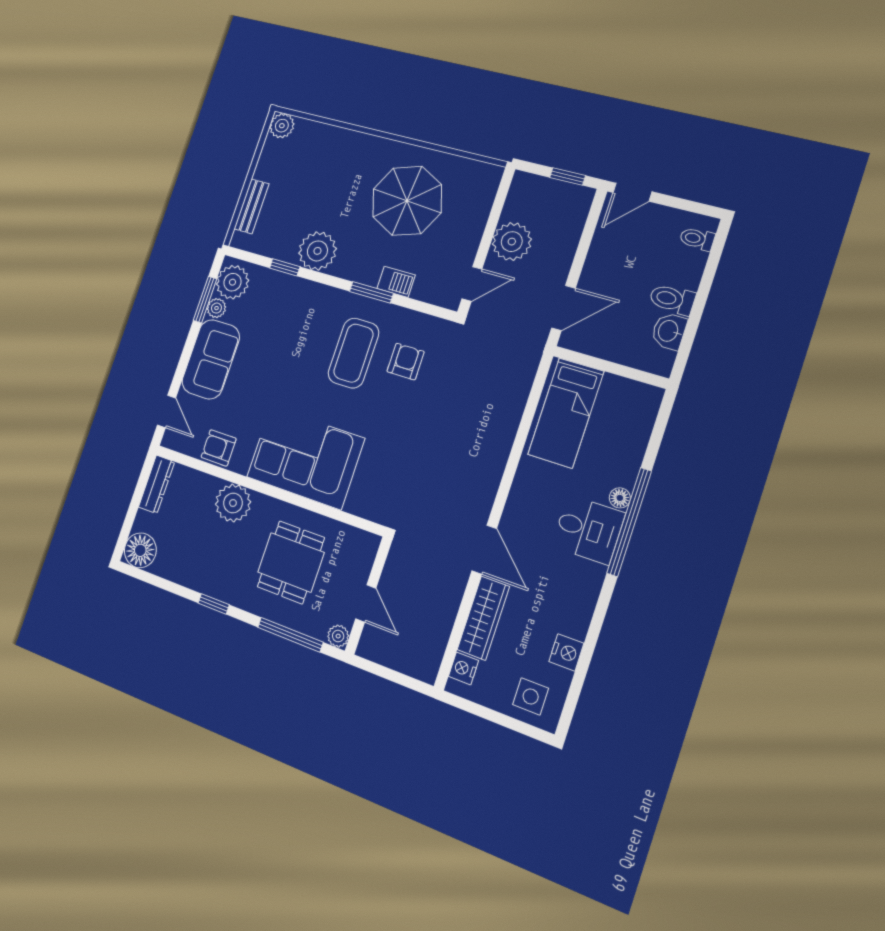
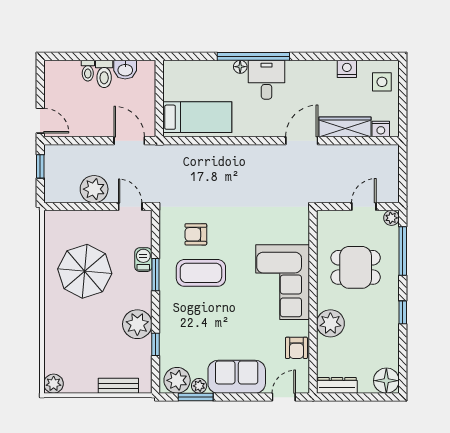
toilet: (697, 239) -> (88, 71), moved

